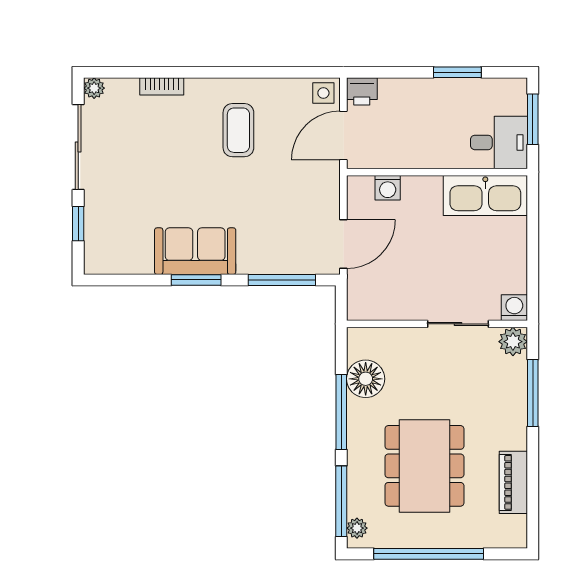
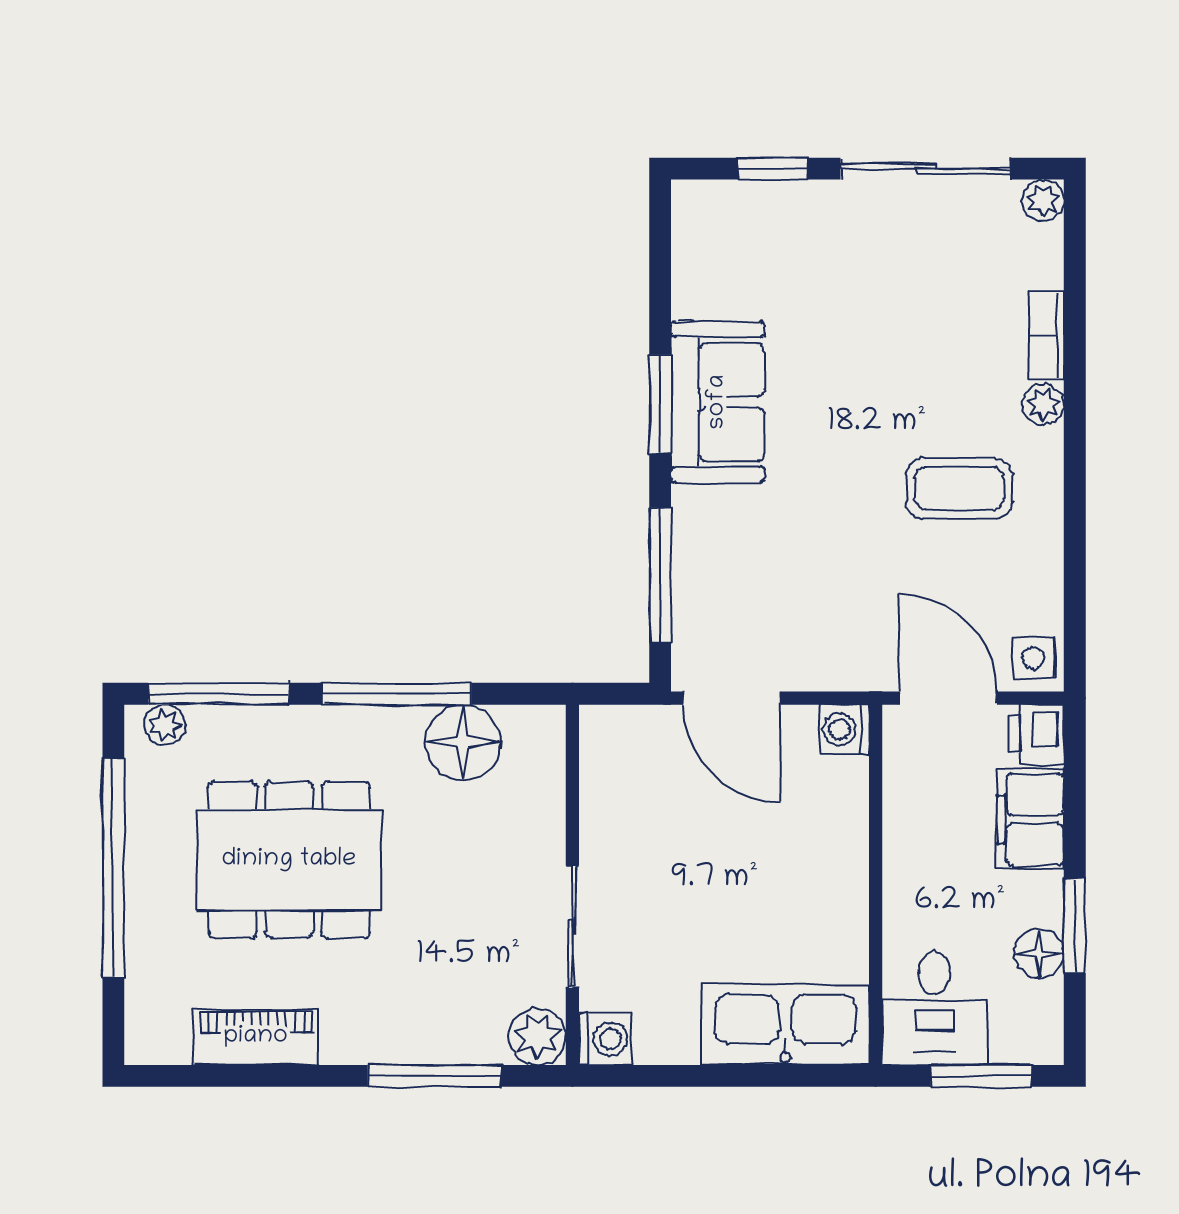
plant: (196, 88) -> (1043, 404), added
floor lamp: (472, 90) -> (1039, 954), added
filing cabinet: (404, 94) -> (1031, 819), added
washing machine: (388, 188) -> (844, 729), moved
kitchen sink: (485, 195) -> (785, 1025), moved, turned 90

